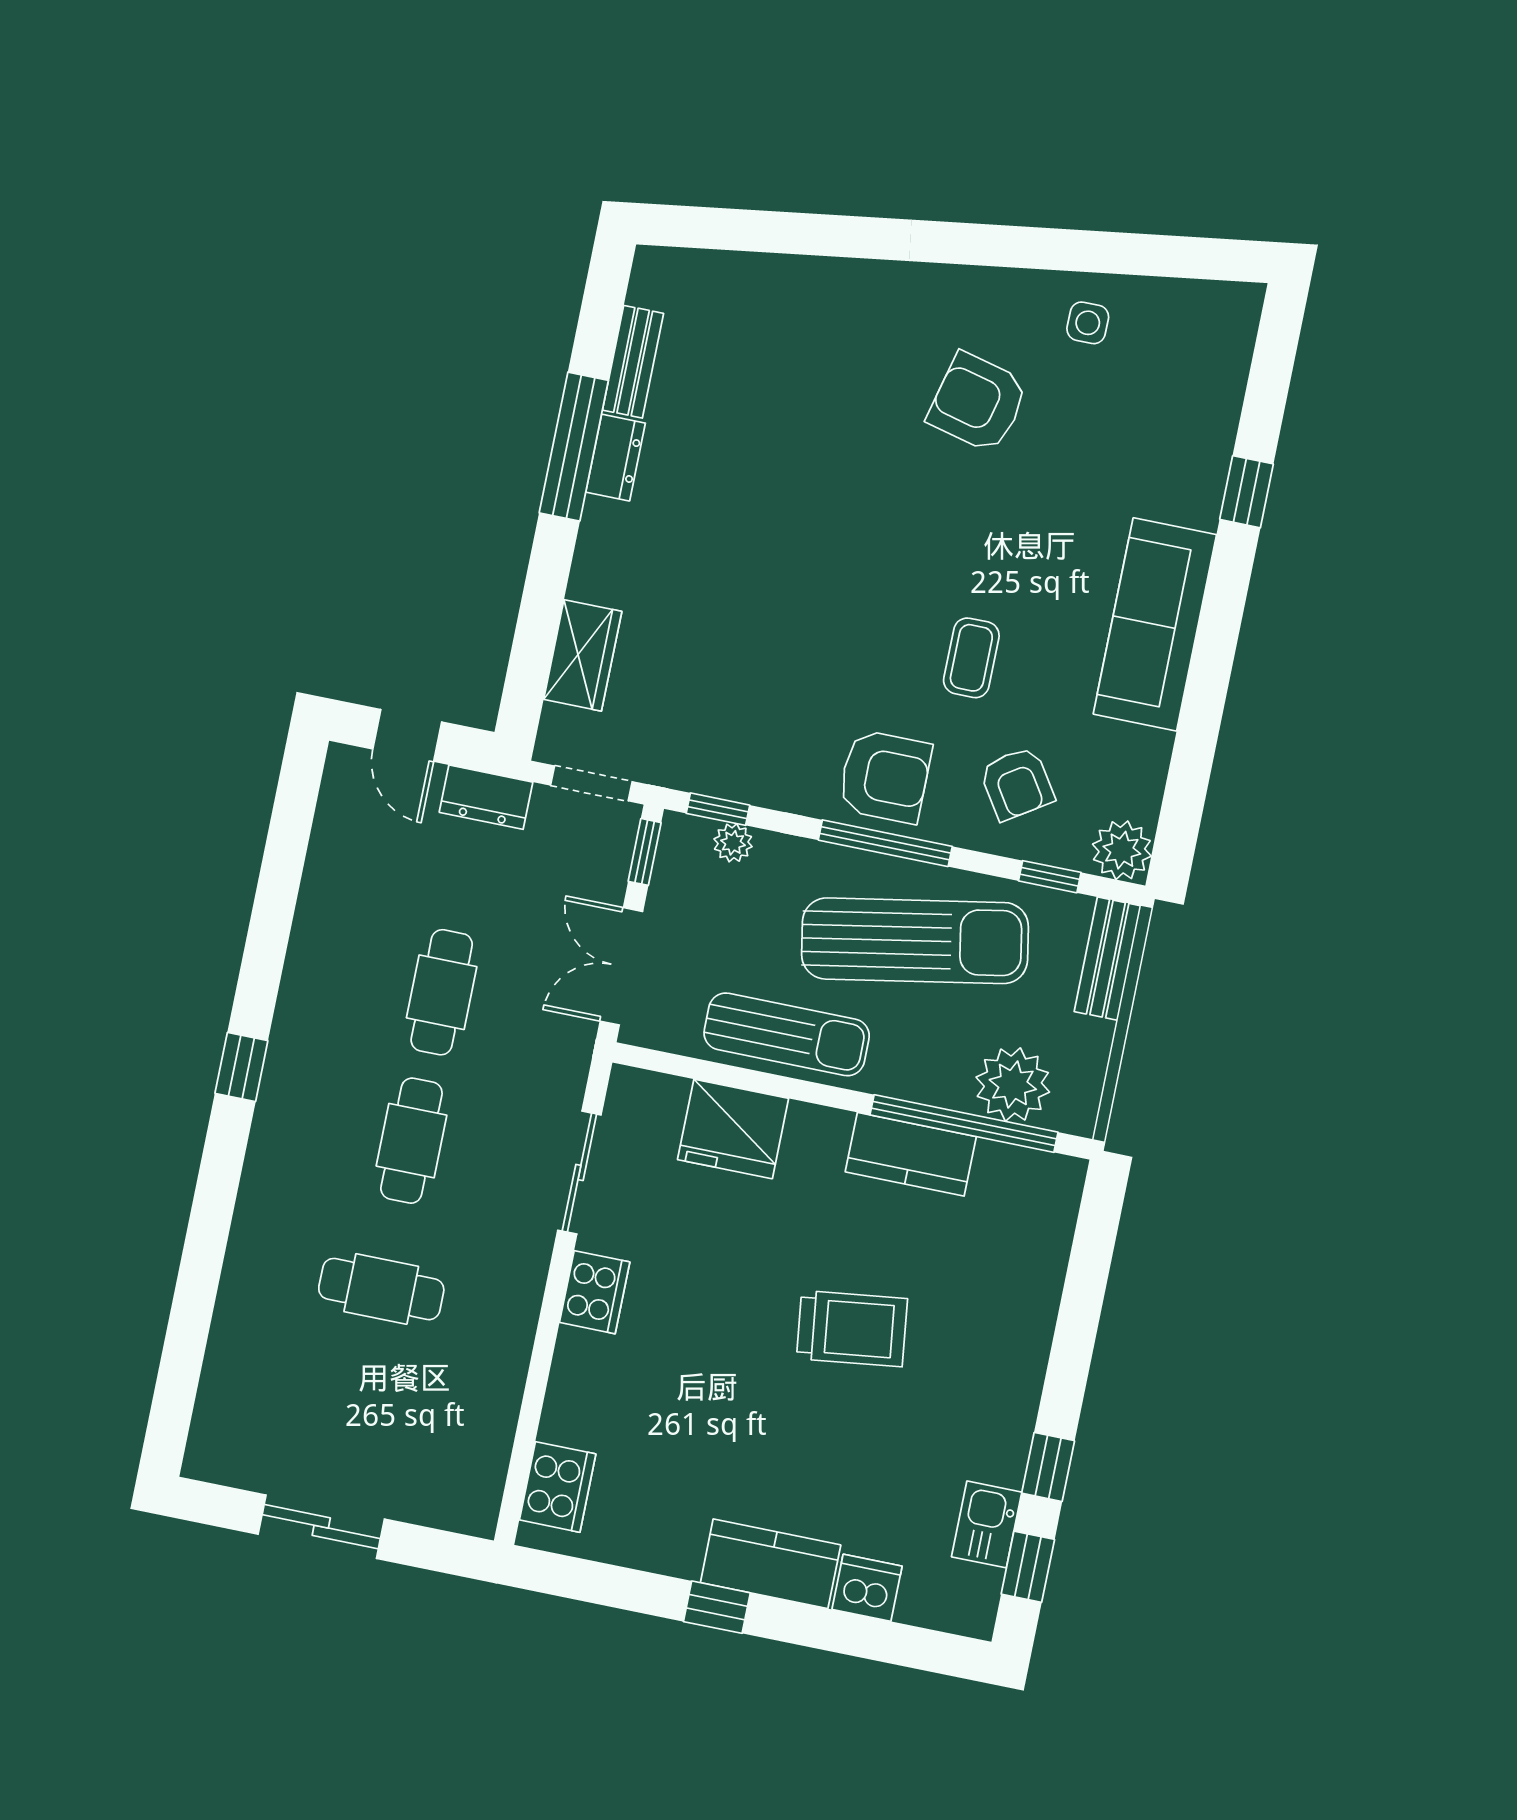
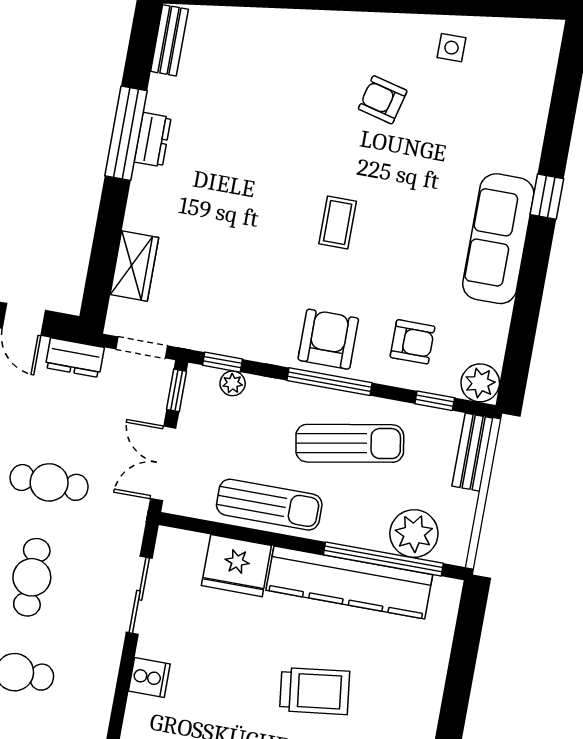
bench: (633, 362) -> (169, 40), moved
armchair: (978, 402) -> (383, 100), width x0.72, depth x0.72
window: (1247, 492) -> (547, 197), moved
coffee table: (971, 658) -> (338, 222), moved
armchair: (885, 776) -> (328, 339), turned -90
armchair: (1017, 784) -> (413, 342), turned -57
sun lounger: (915, 941) -> (350, 443), width x0.73, depth x0.75
cafe table: (442, 992) -> (49, 482), turned 90
kitchen counter: (911, 1154) -> (349, 582), width x2.08, depth x1.17
cooker: (595, 1292) -> (149, 677), width x0.73

